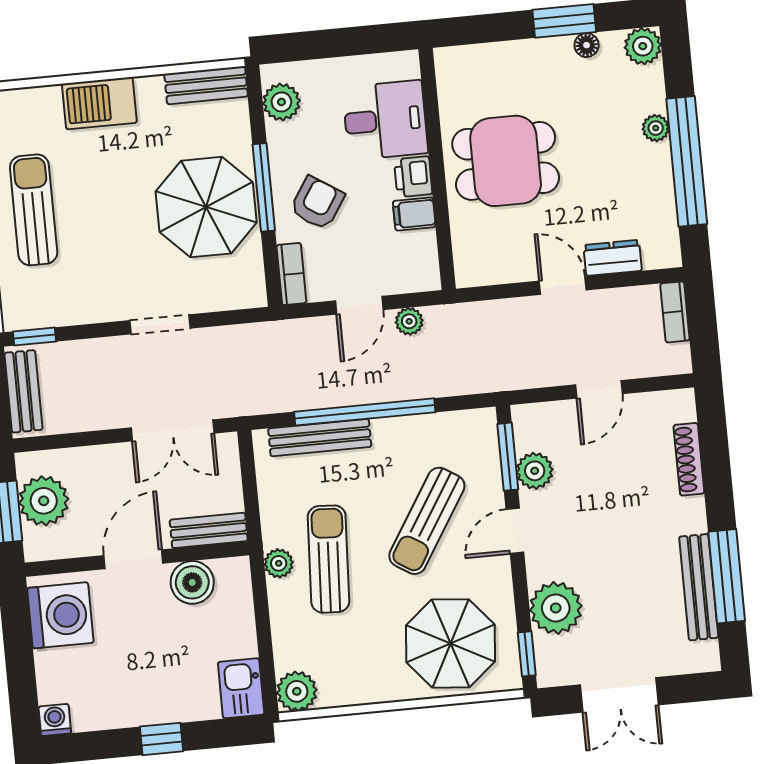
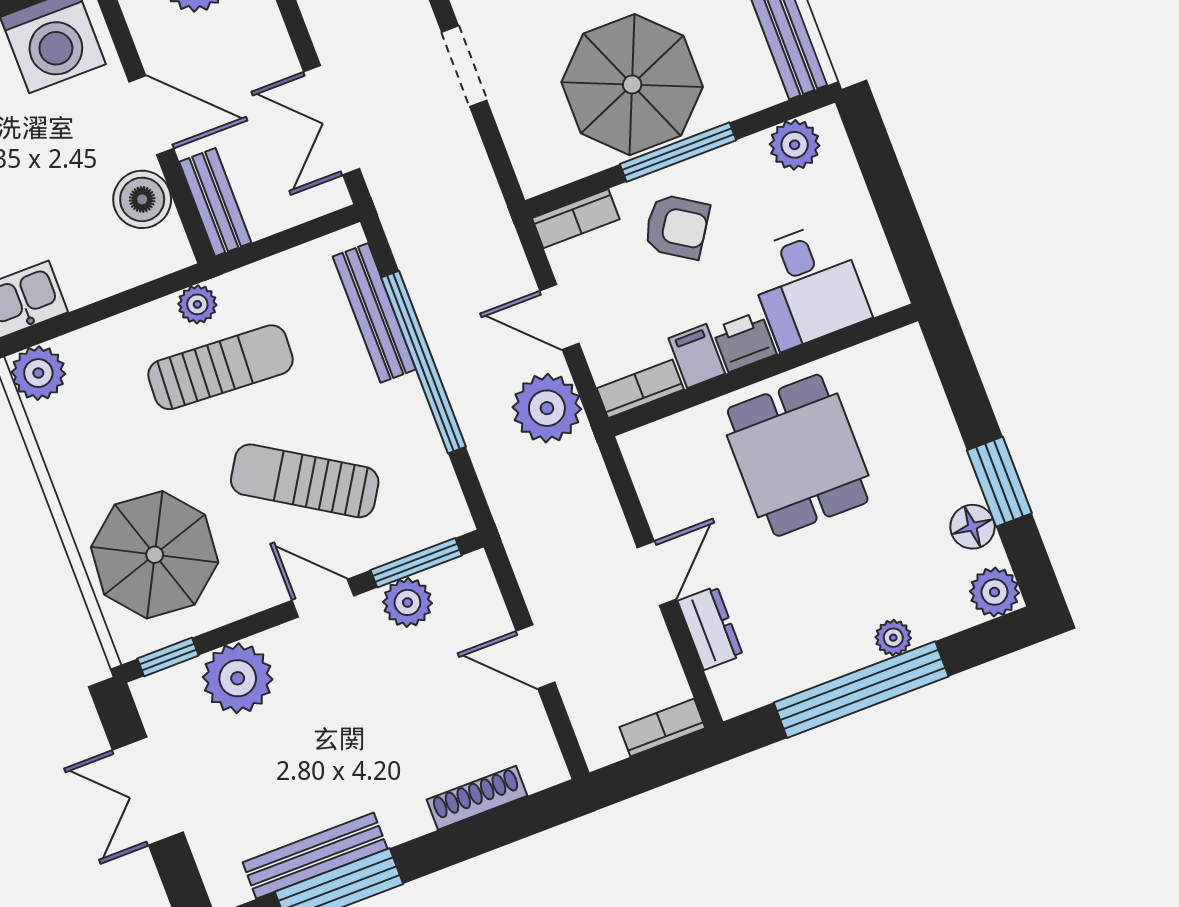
floor lamp: (587, 45) -> (972, 527), width x1.37, depth x1.37
bookcase: (427, 261) -> (640, 389), added
plant: (409, 321) -> (547, 408), width x1.87, depth x1.87

